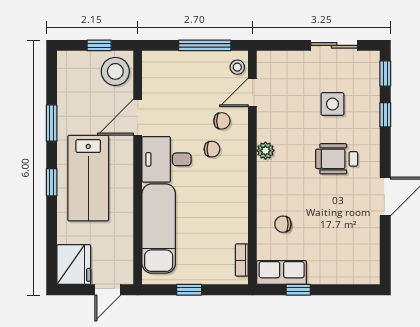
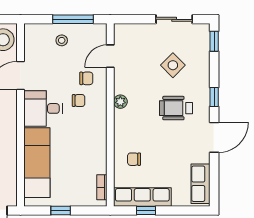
stool: (237, 67) -> (62, 40), moved
side table: (333, 104) -> (173, 65), turned 45
window: (385, 115) -> (214, 97), moved
row of seats: (368, 256) -> (201, 184), added
row of seats: (282, 273) -> (142, 197), width x1.48

